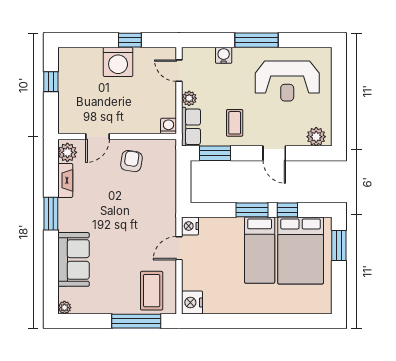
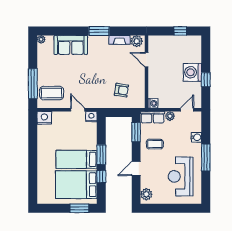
armchair: (131, 161) -> (121, 90), moved

